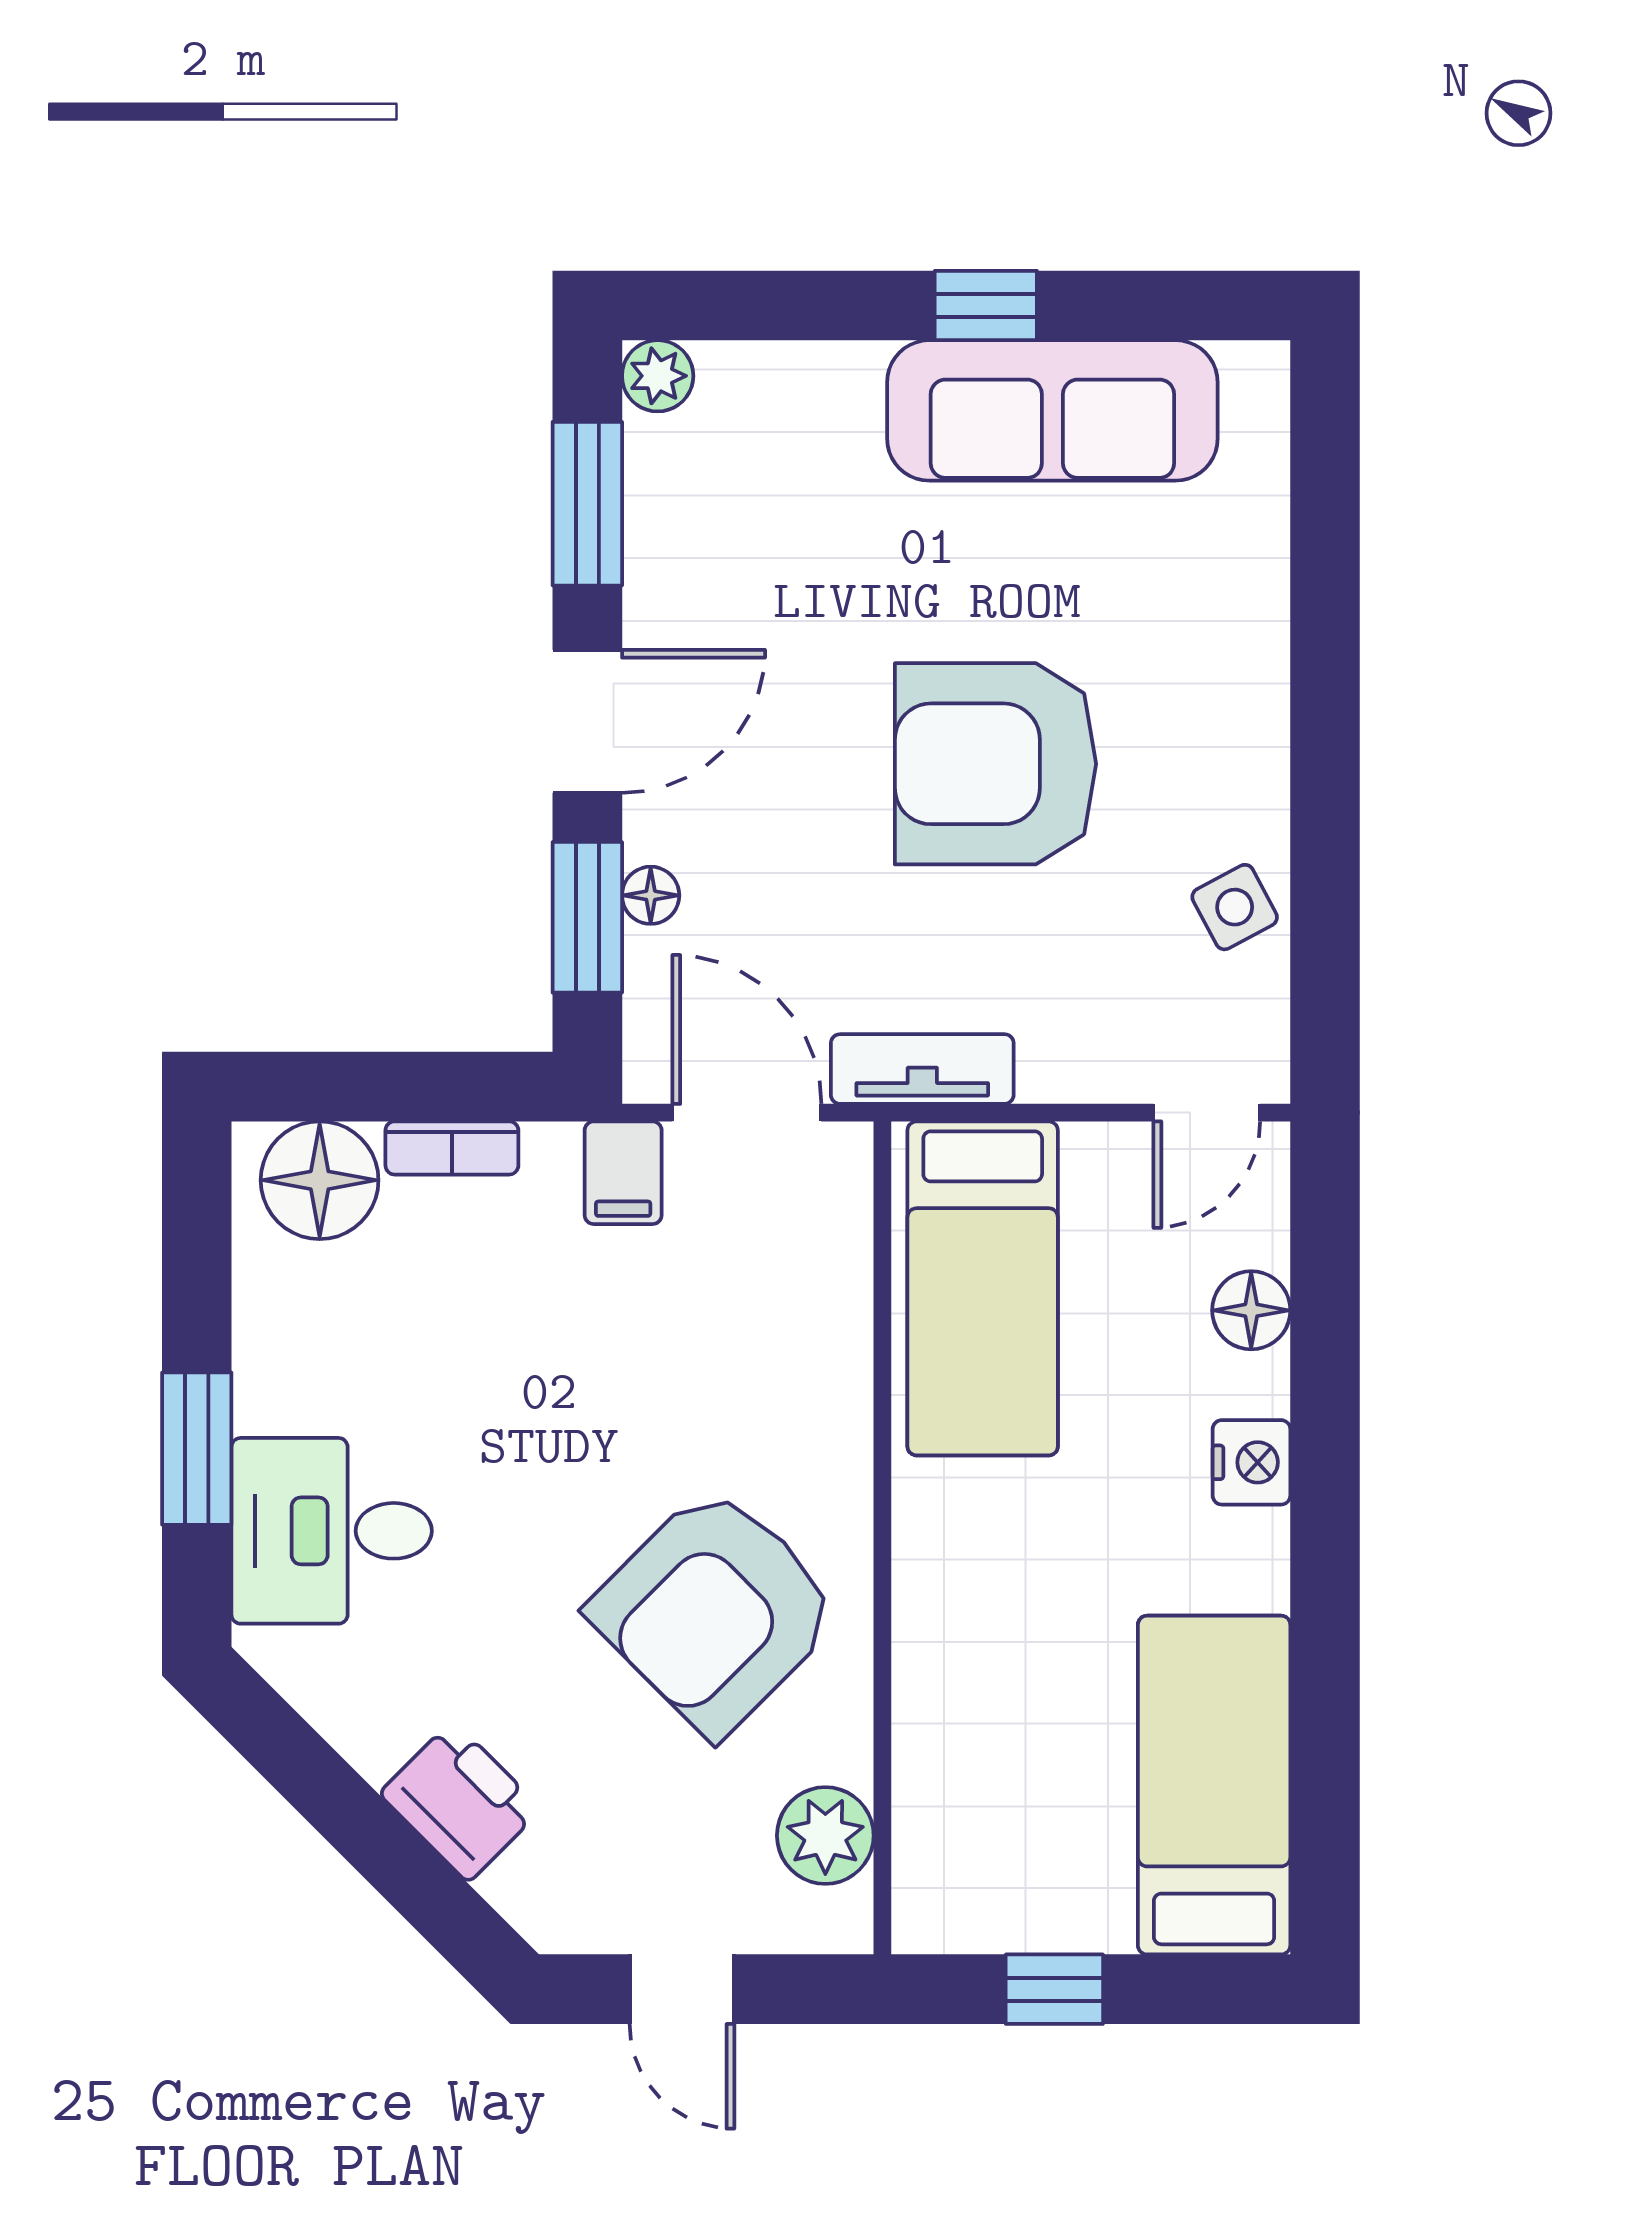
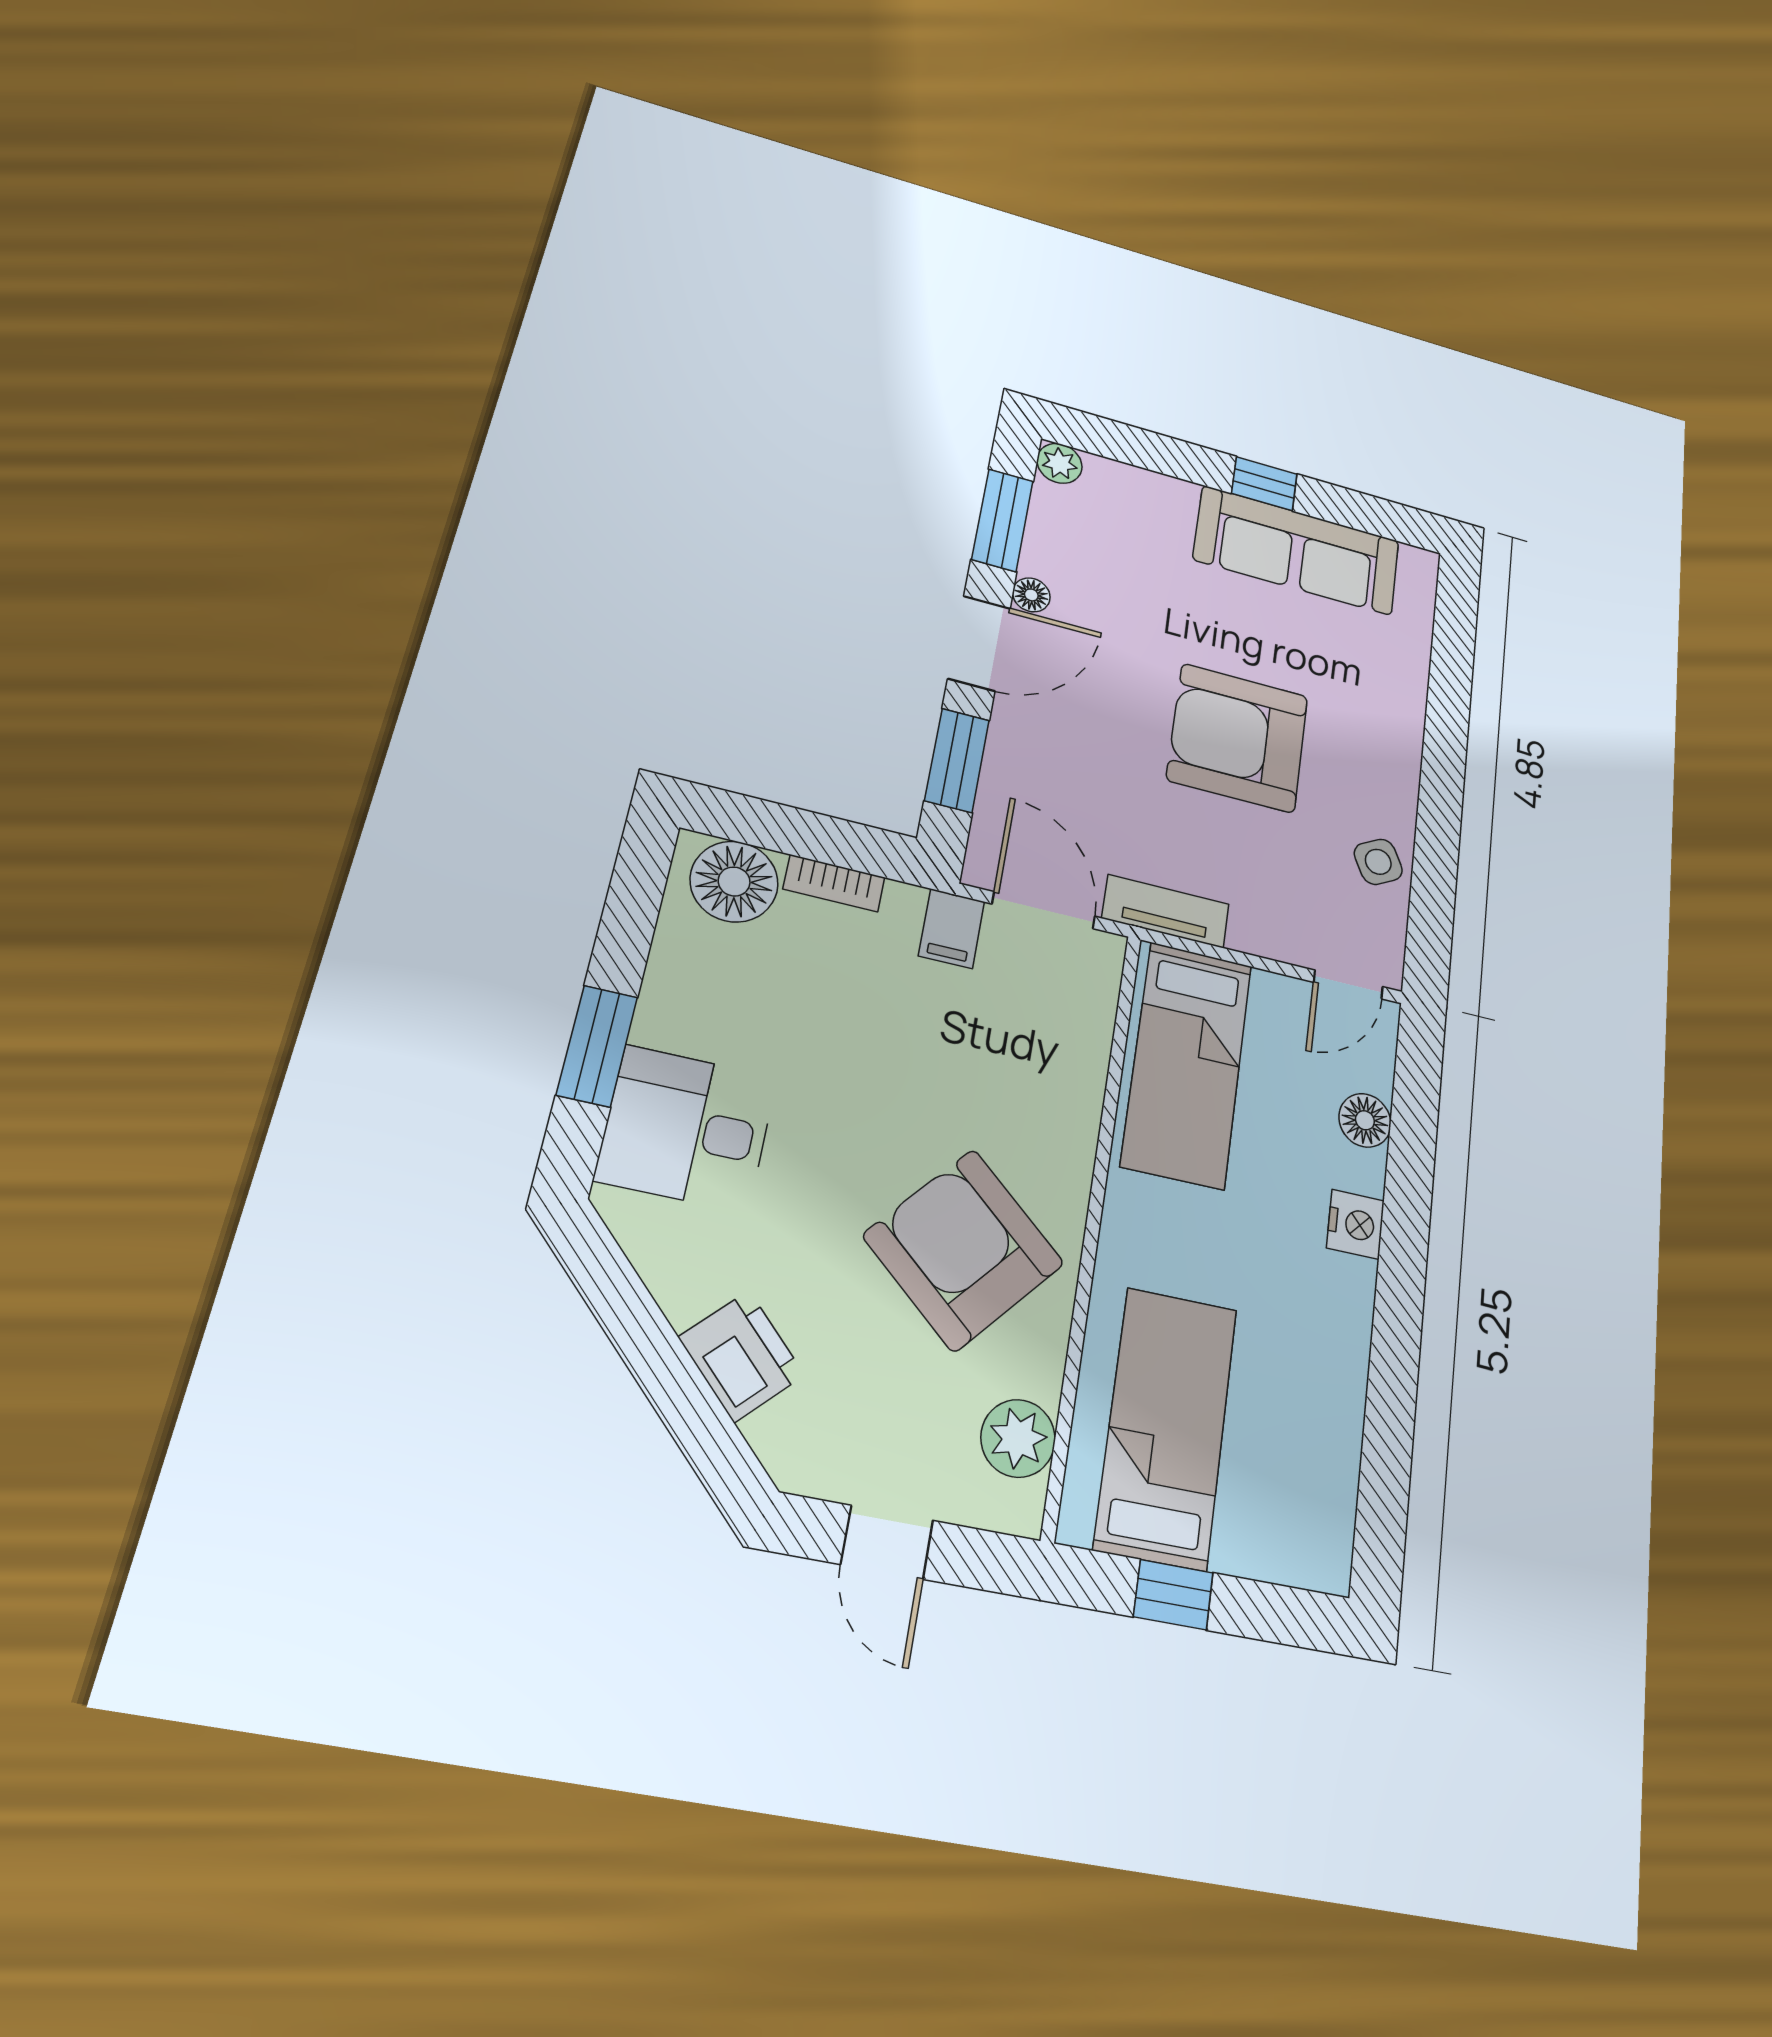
floor lamp: (651, 895) -> (1031, 595), moved
armchair: (715, 1611) -> (964, 1249), turned 86
bed: (1214, 1785) -> (1166, 1427), moved

